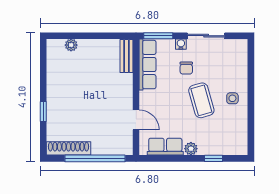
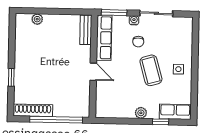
door: (136, 120) -> (93, 72), moved
row of seats: (165, 147) -> (175, 112), moved

